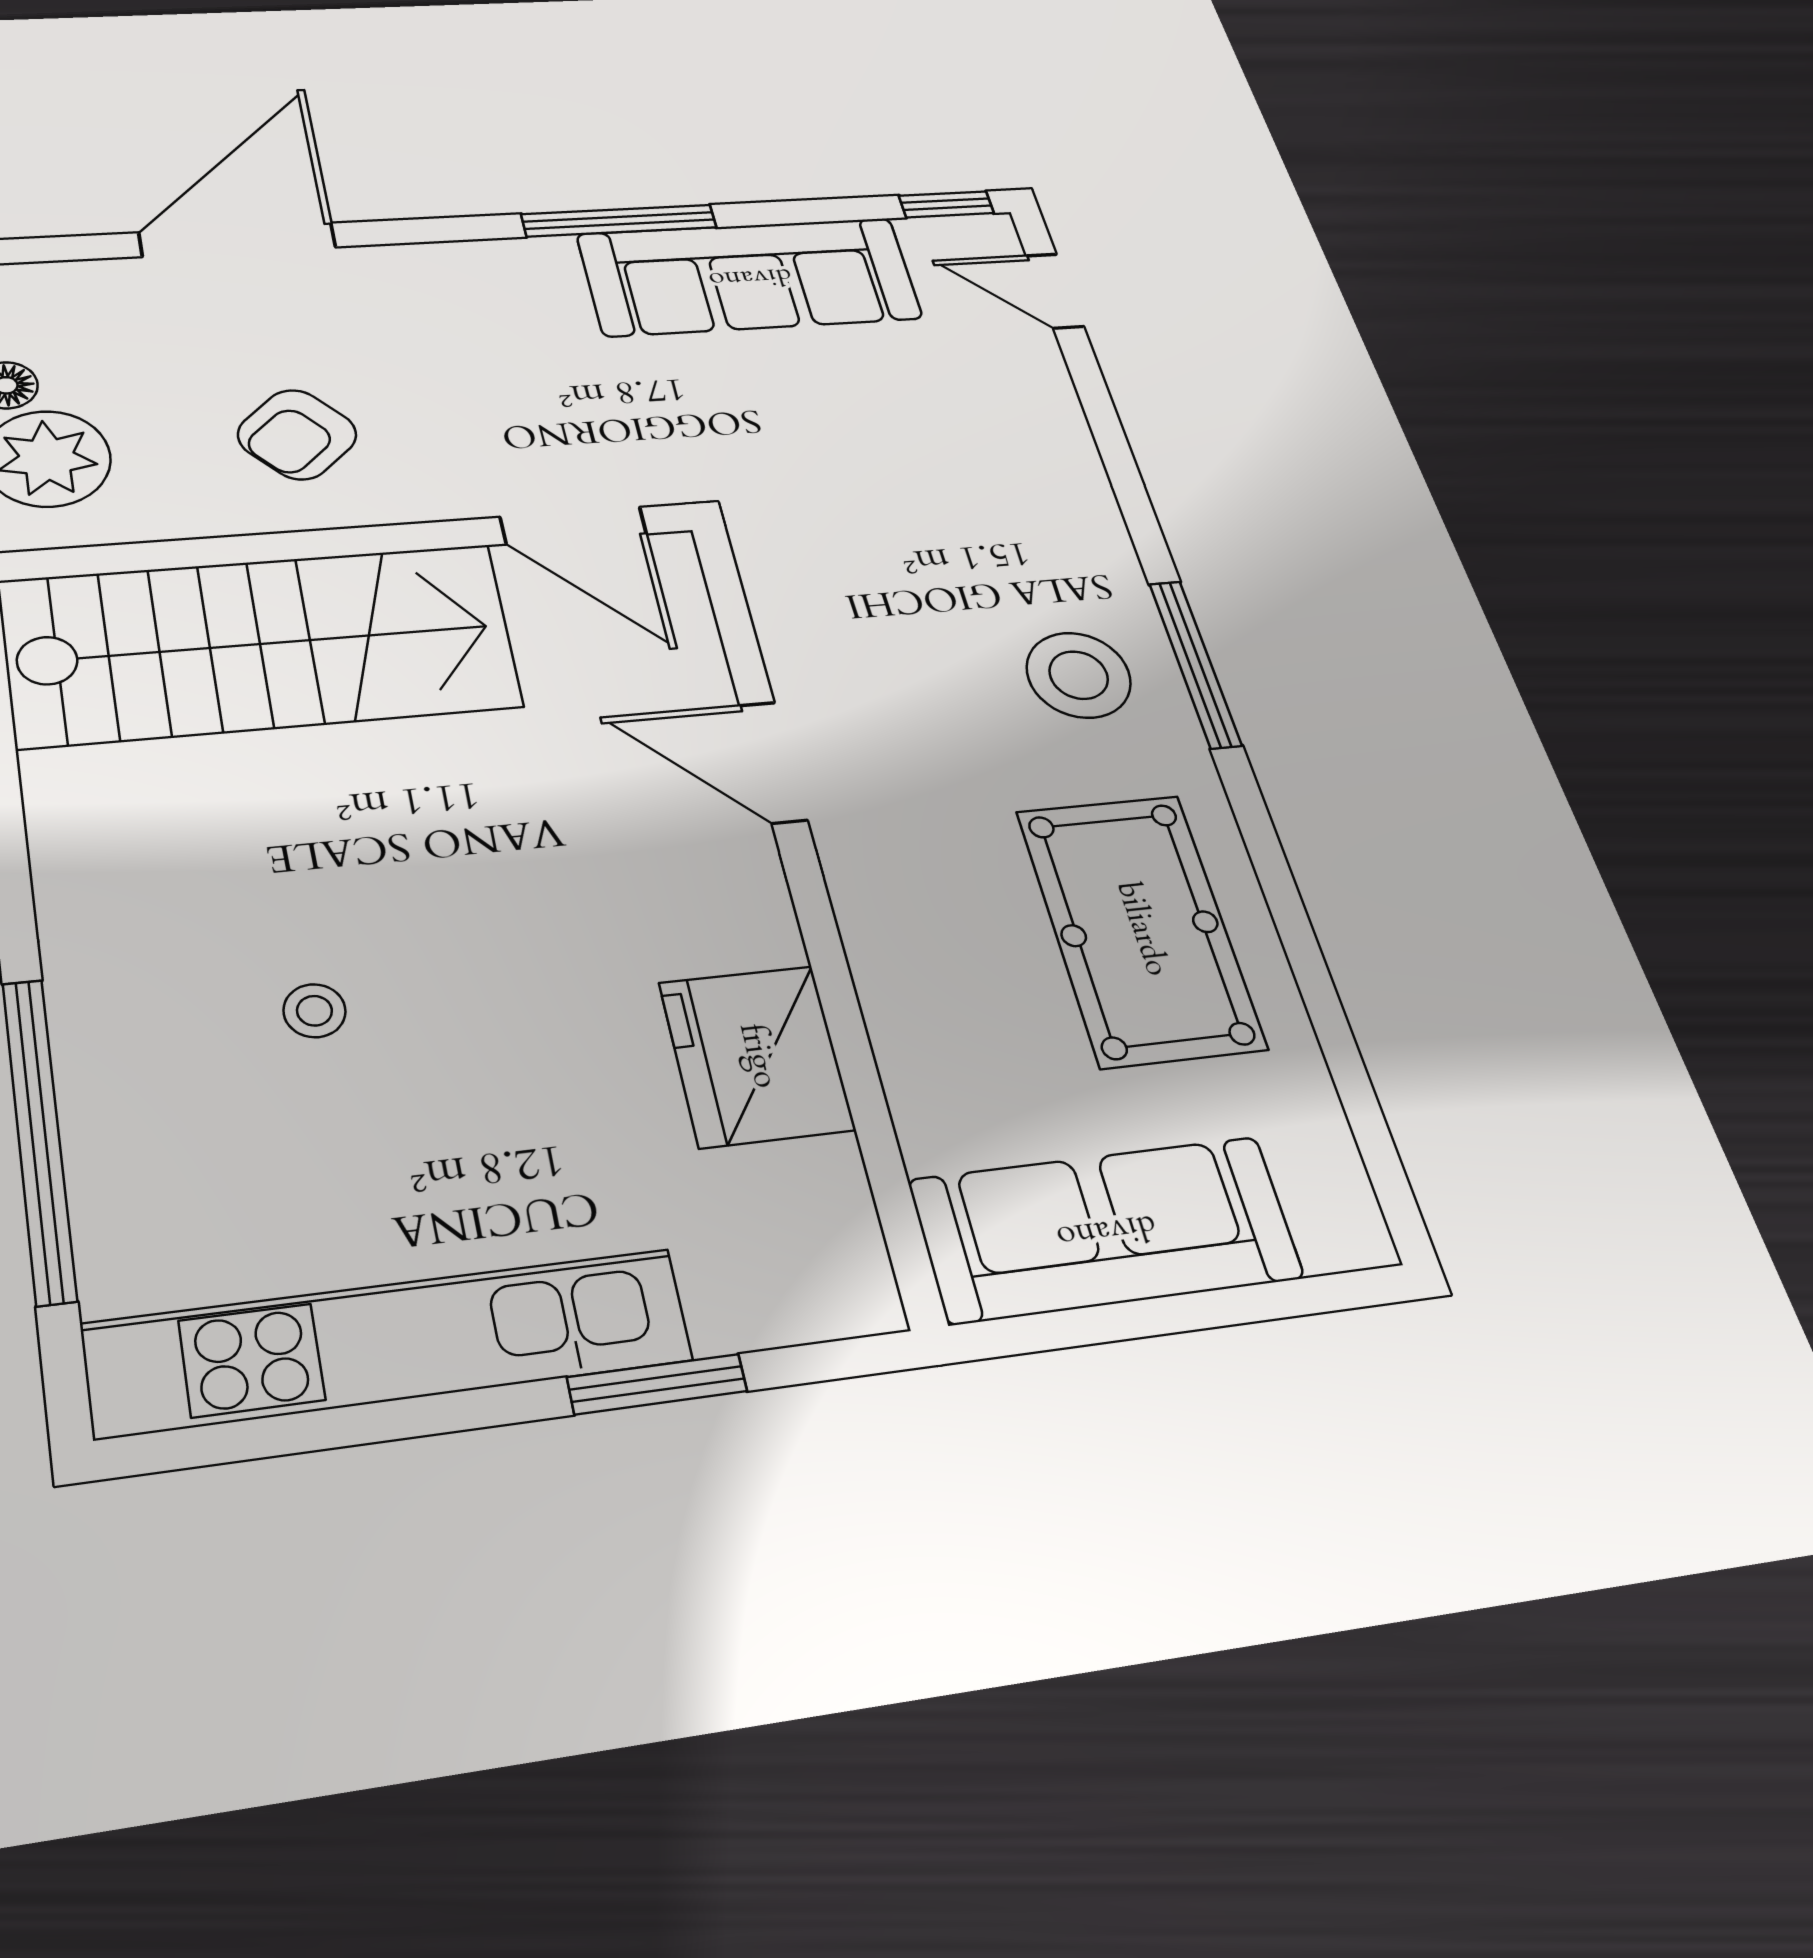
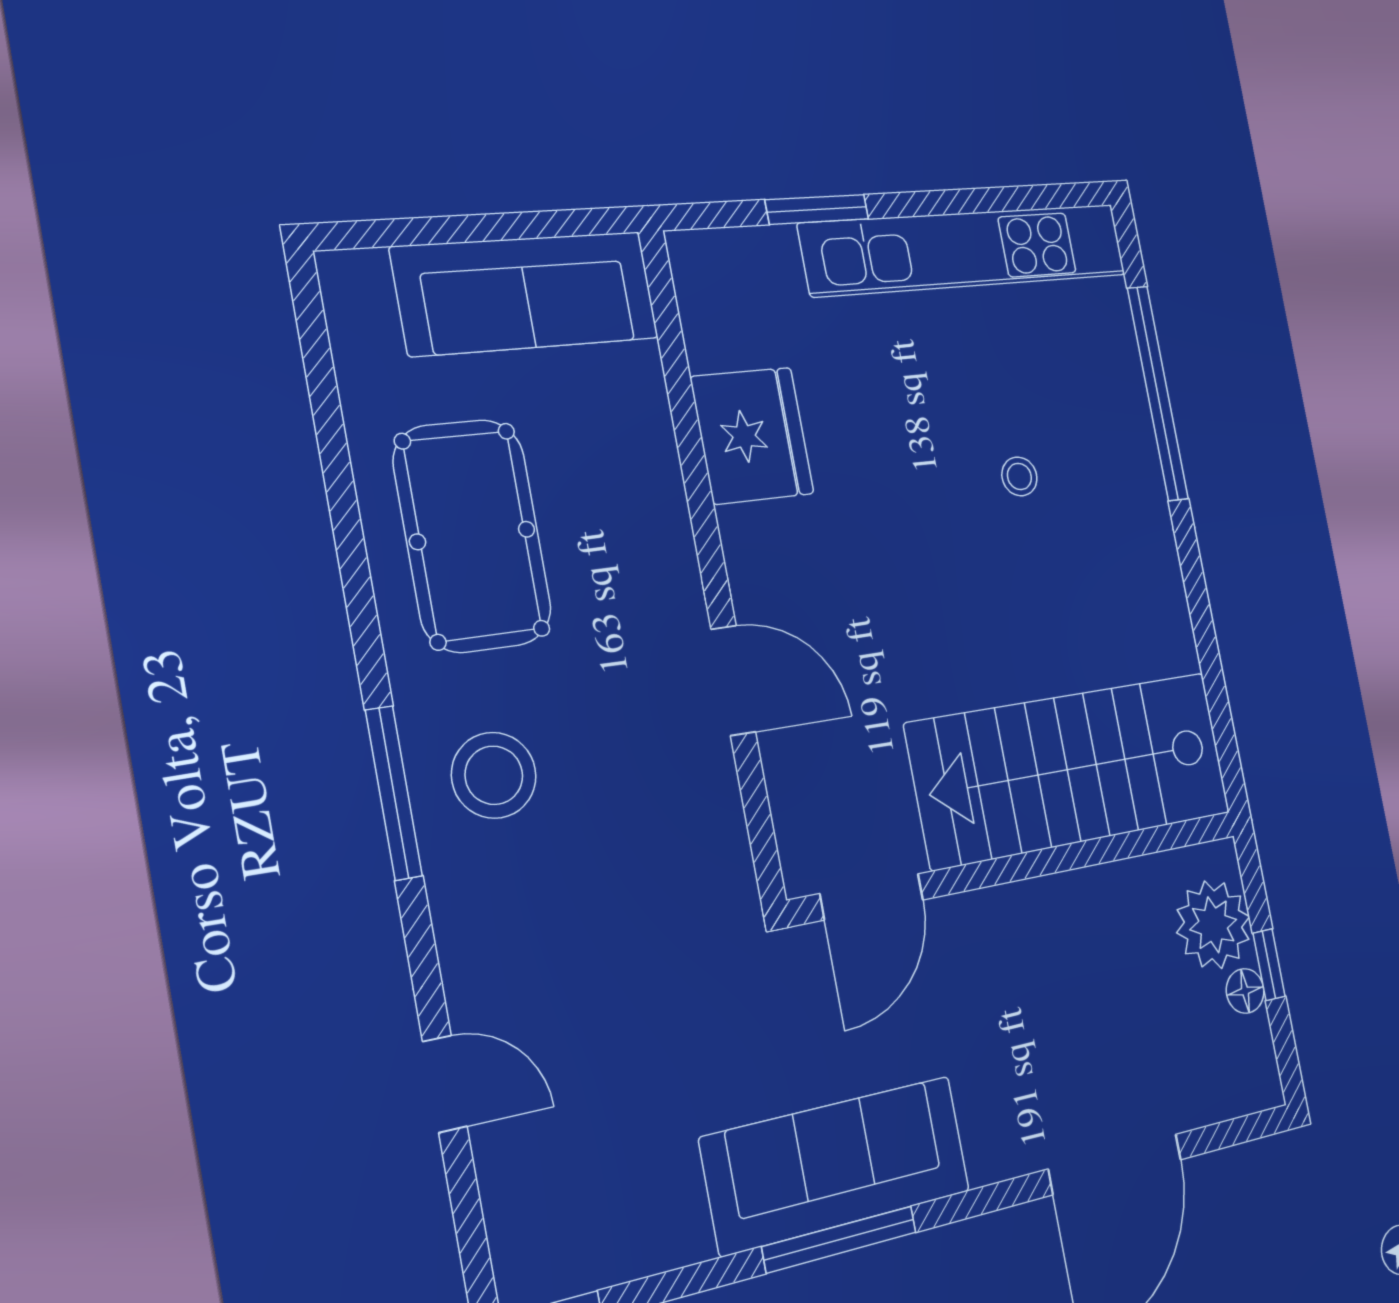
sofa: (750, 276) -> (837, 1165), moved
door: (1055, 291) -> (445, 1084), moved
armchair: (297, 435) -> (1062, 967), removed
door: (573, 526) -> (872, 897), swing flipped

